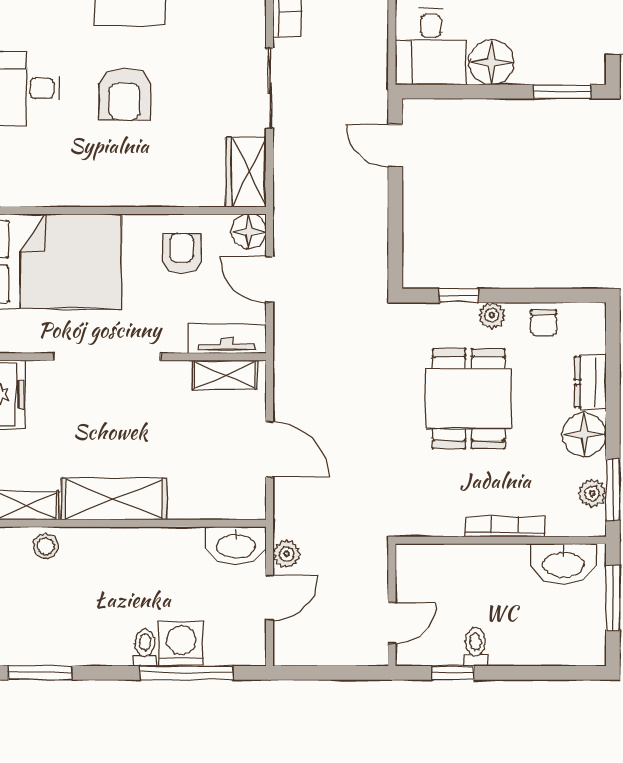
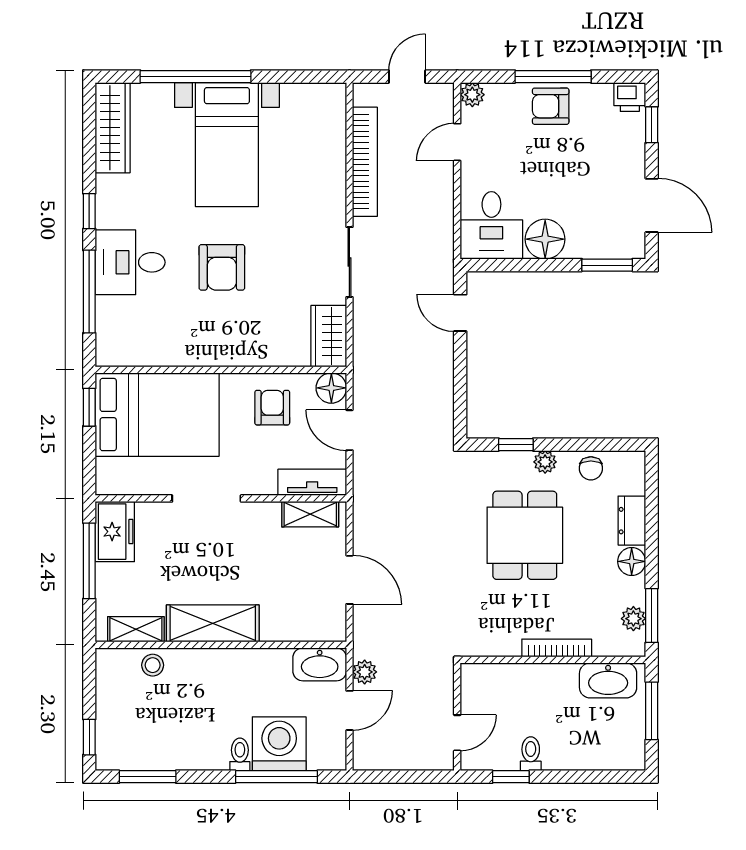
doorway: (107, 357) -> (206, 498), width x0.73
floor lamp: (584, 434) -> (632, 561), width x0.73, depth x0.73
washing machine: (181, 644) -> (279, 744), width x1.37, depth x1.37

